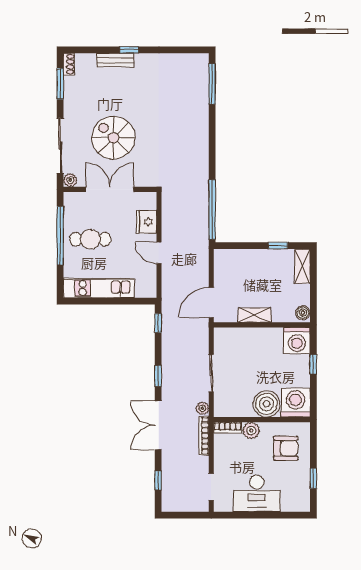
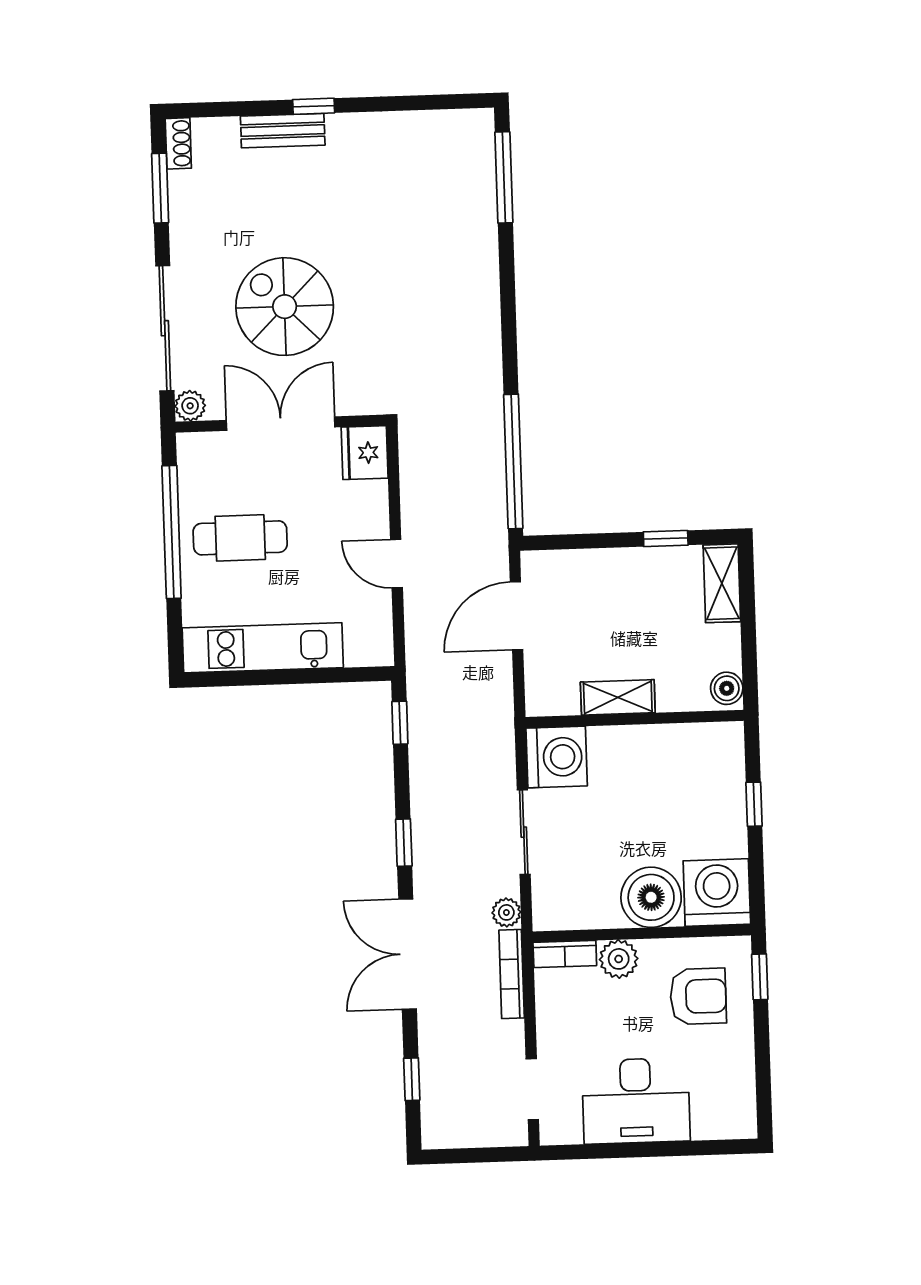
fridge: (147, 222) -> (365, 453), moved
door: (211, 303) -> (517, 616), moved
washing machine: (297, 341) -> (557, 757), moved, turned -90
window: (313, 478) -> (760, 977), moved

